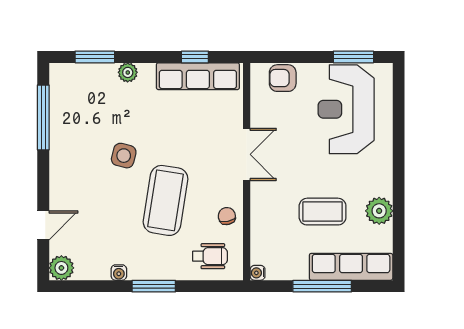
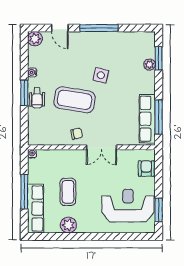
window: (195, 57) -> (159, 117), width x2.17
plant: (128, 72) -> (149, 65), moved
window: (43, 117) -> (99, 28), moved
chair: (227, 216) -> (77, 134), moved
wheelchair: (210, 256) -> (37, 98), moved

